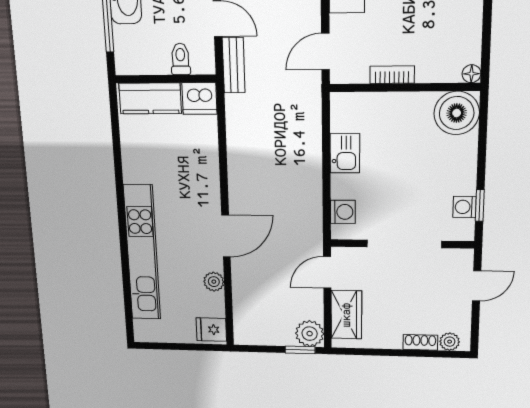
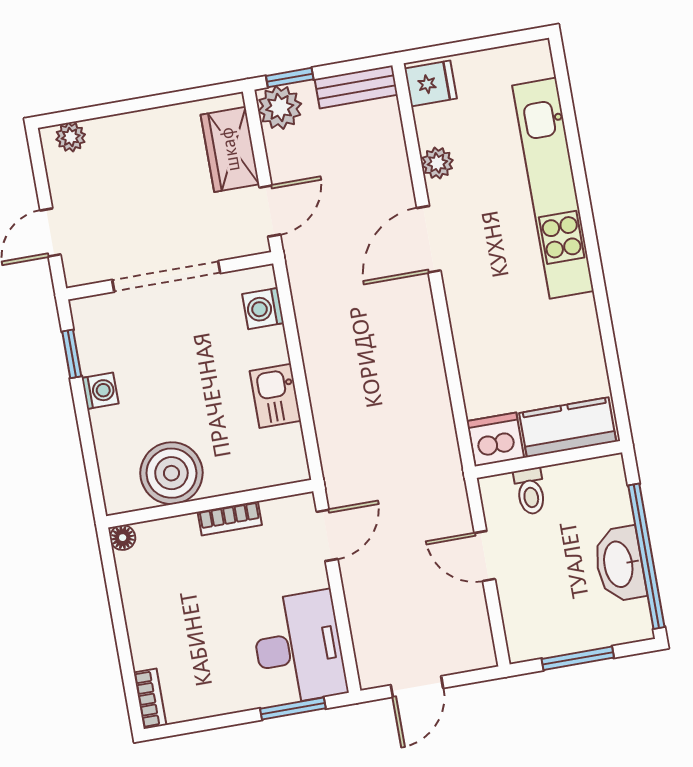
bench: (234, 65) -> (356, 87), moved, turned 90
boiler: (457, 113) -> (171, 473), moved
washing machine: (464, 207) -> (100, 391), moved
shoe rack: (420, 342) -> (113, 127), removed

